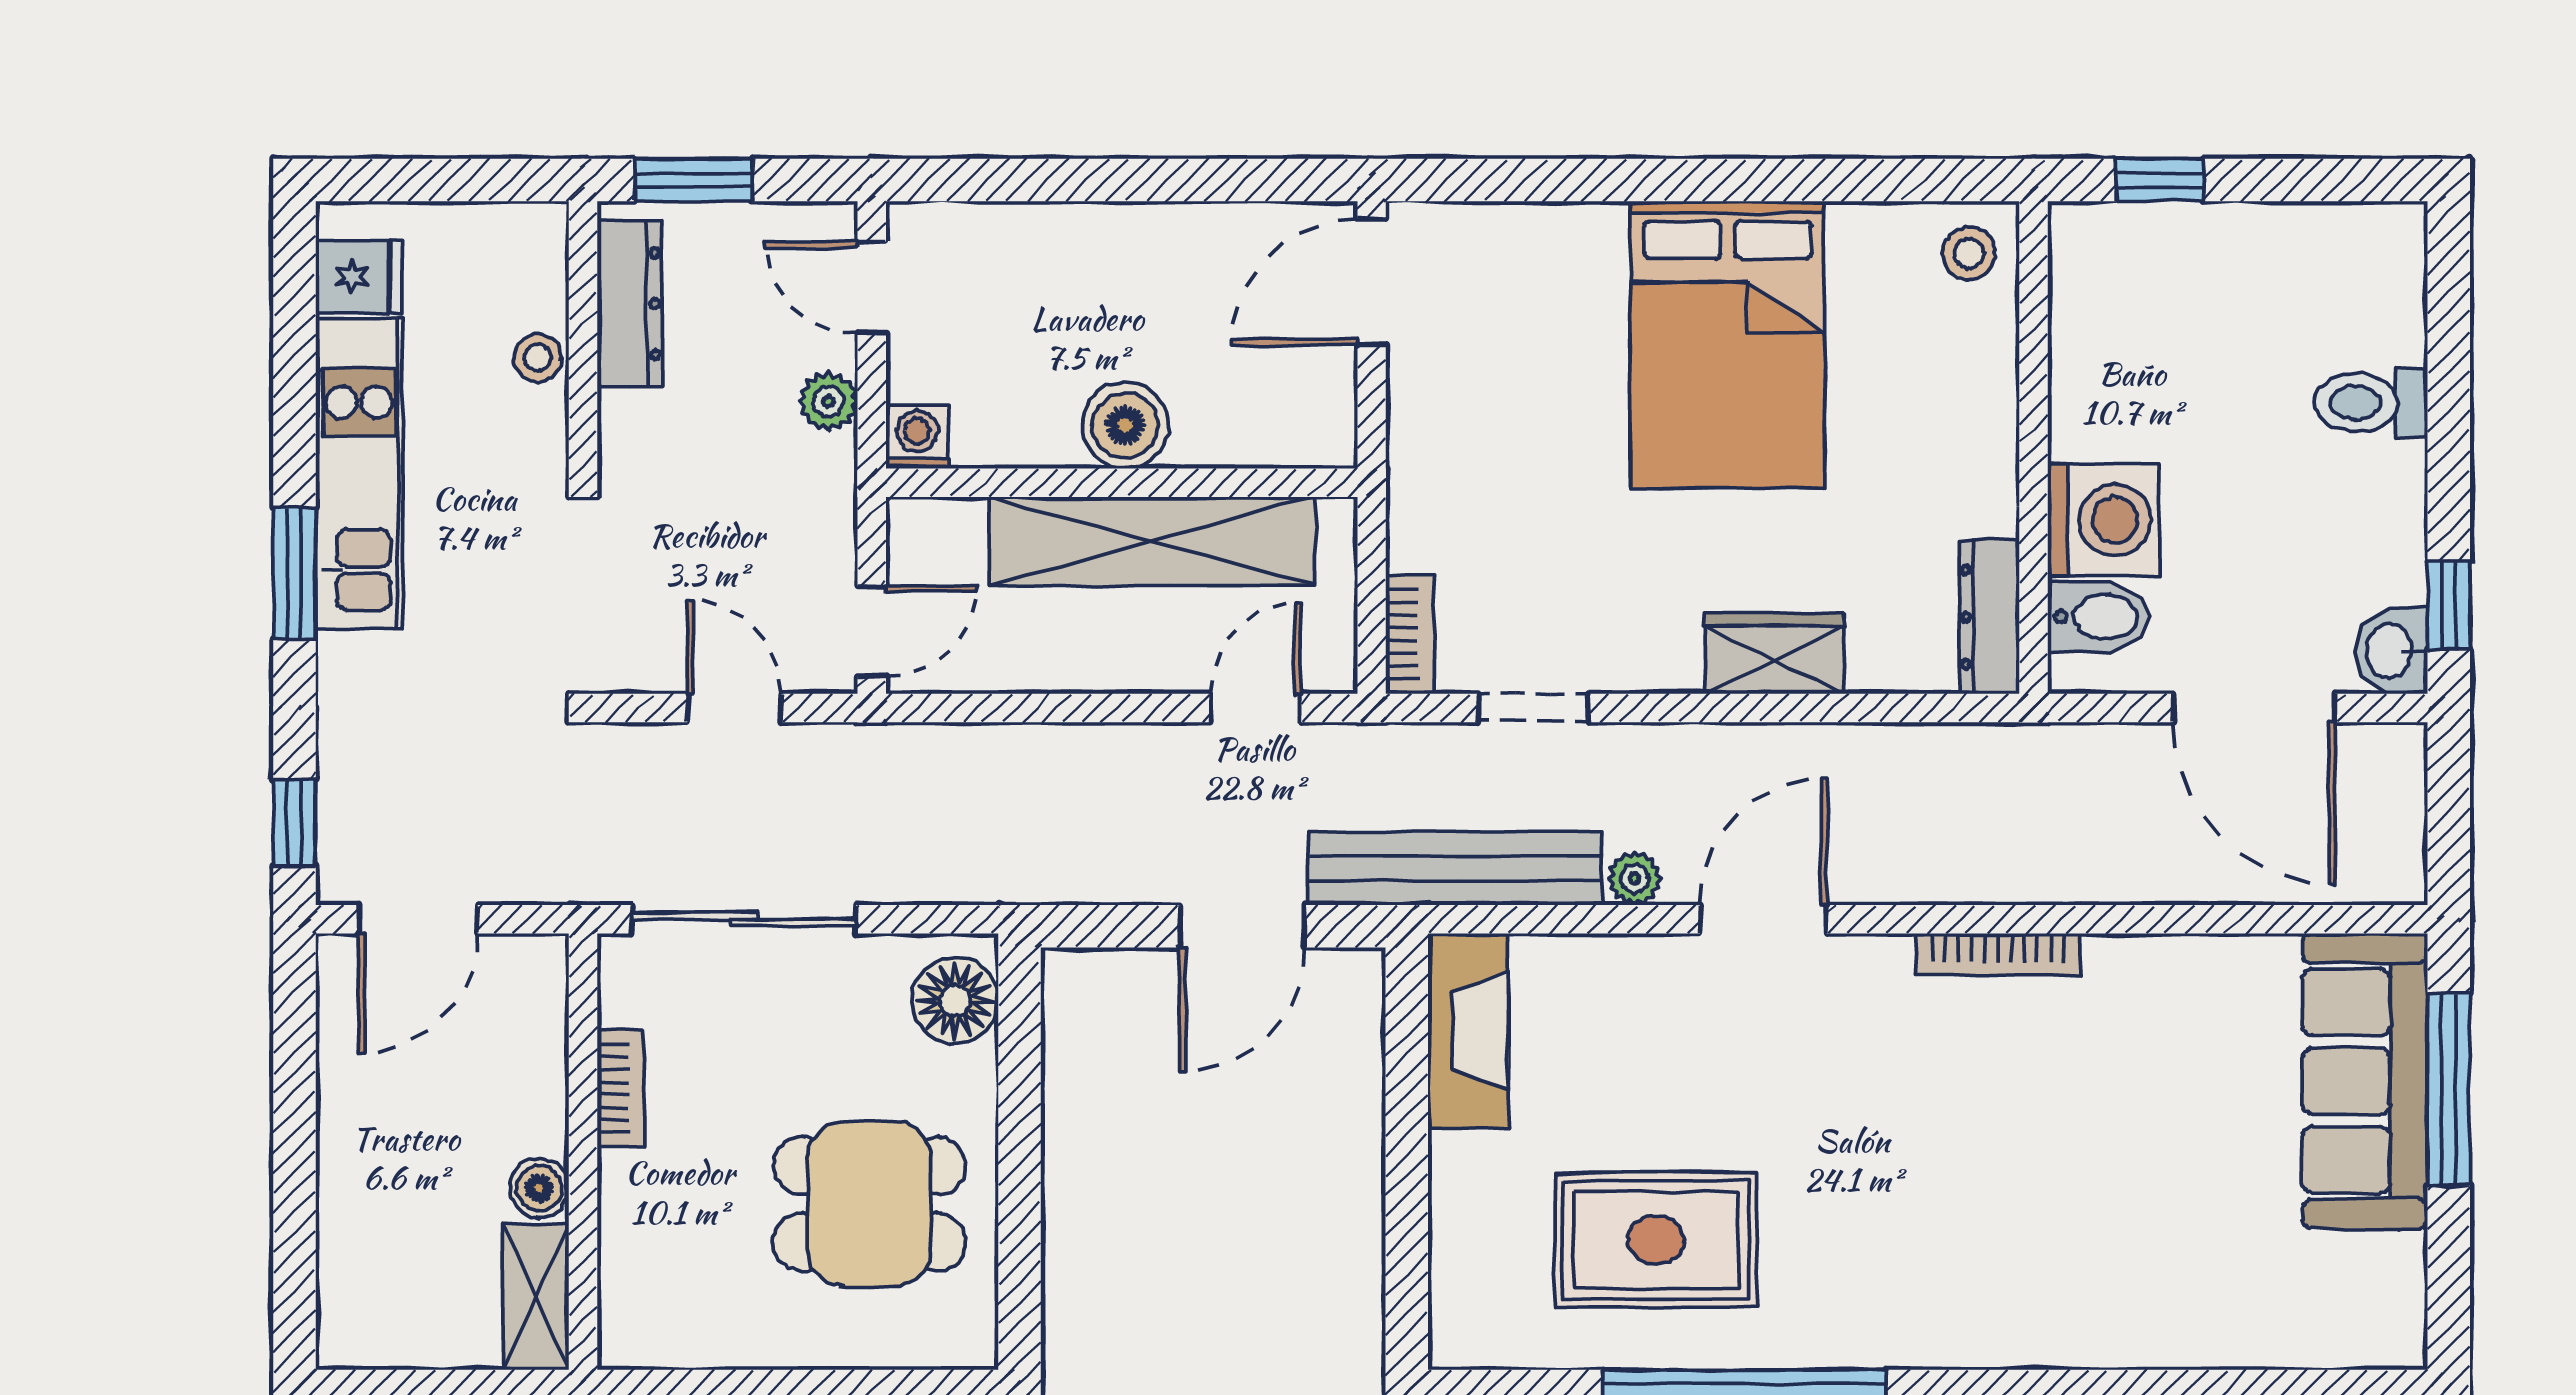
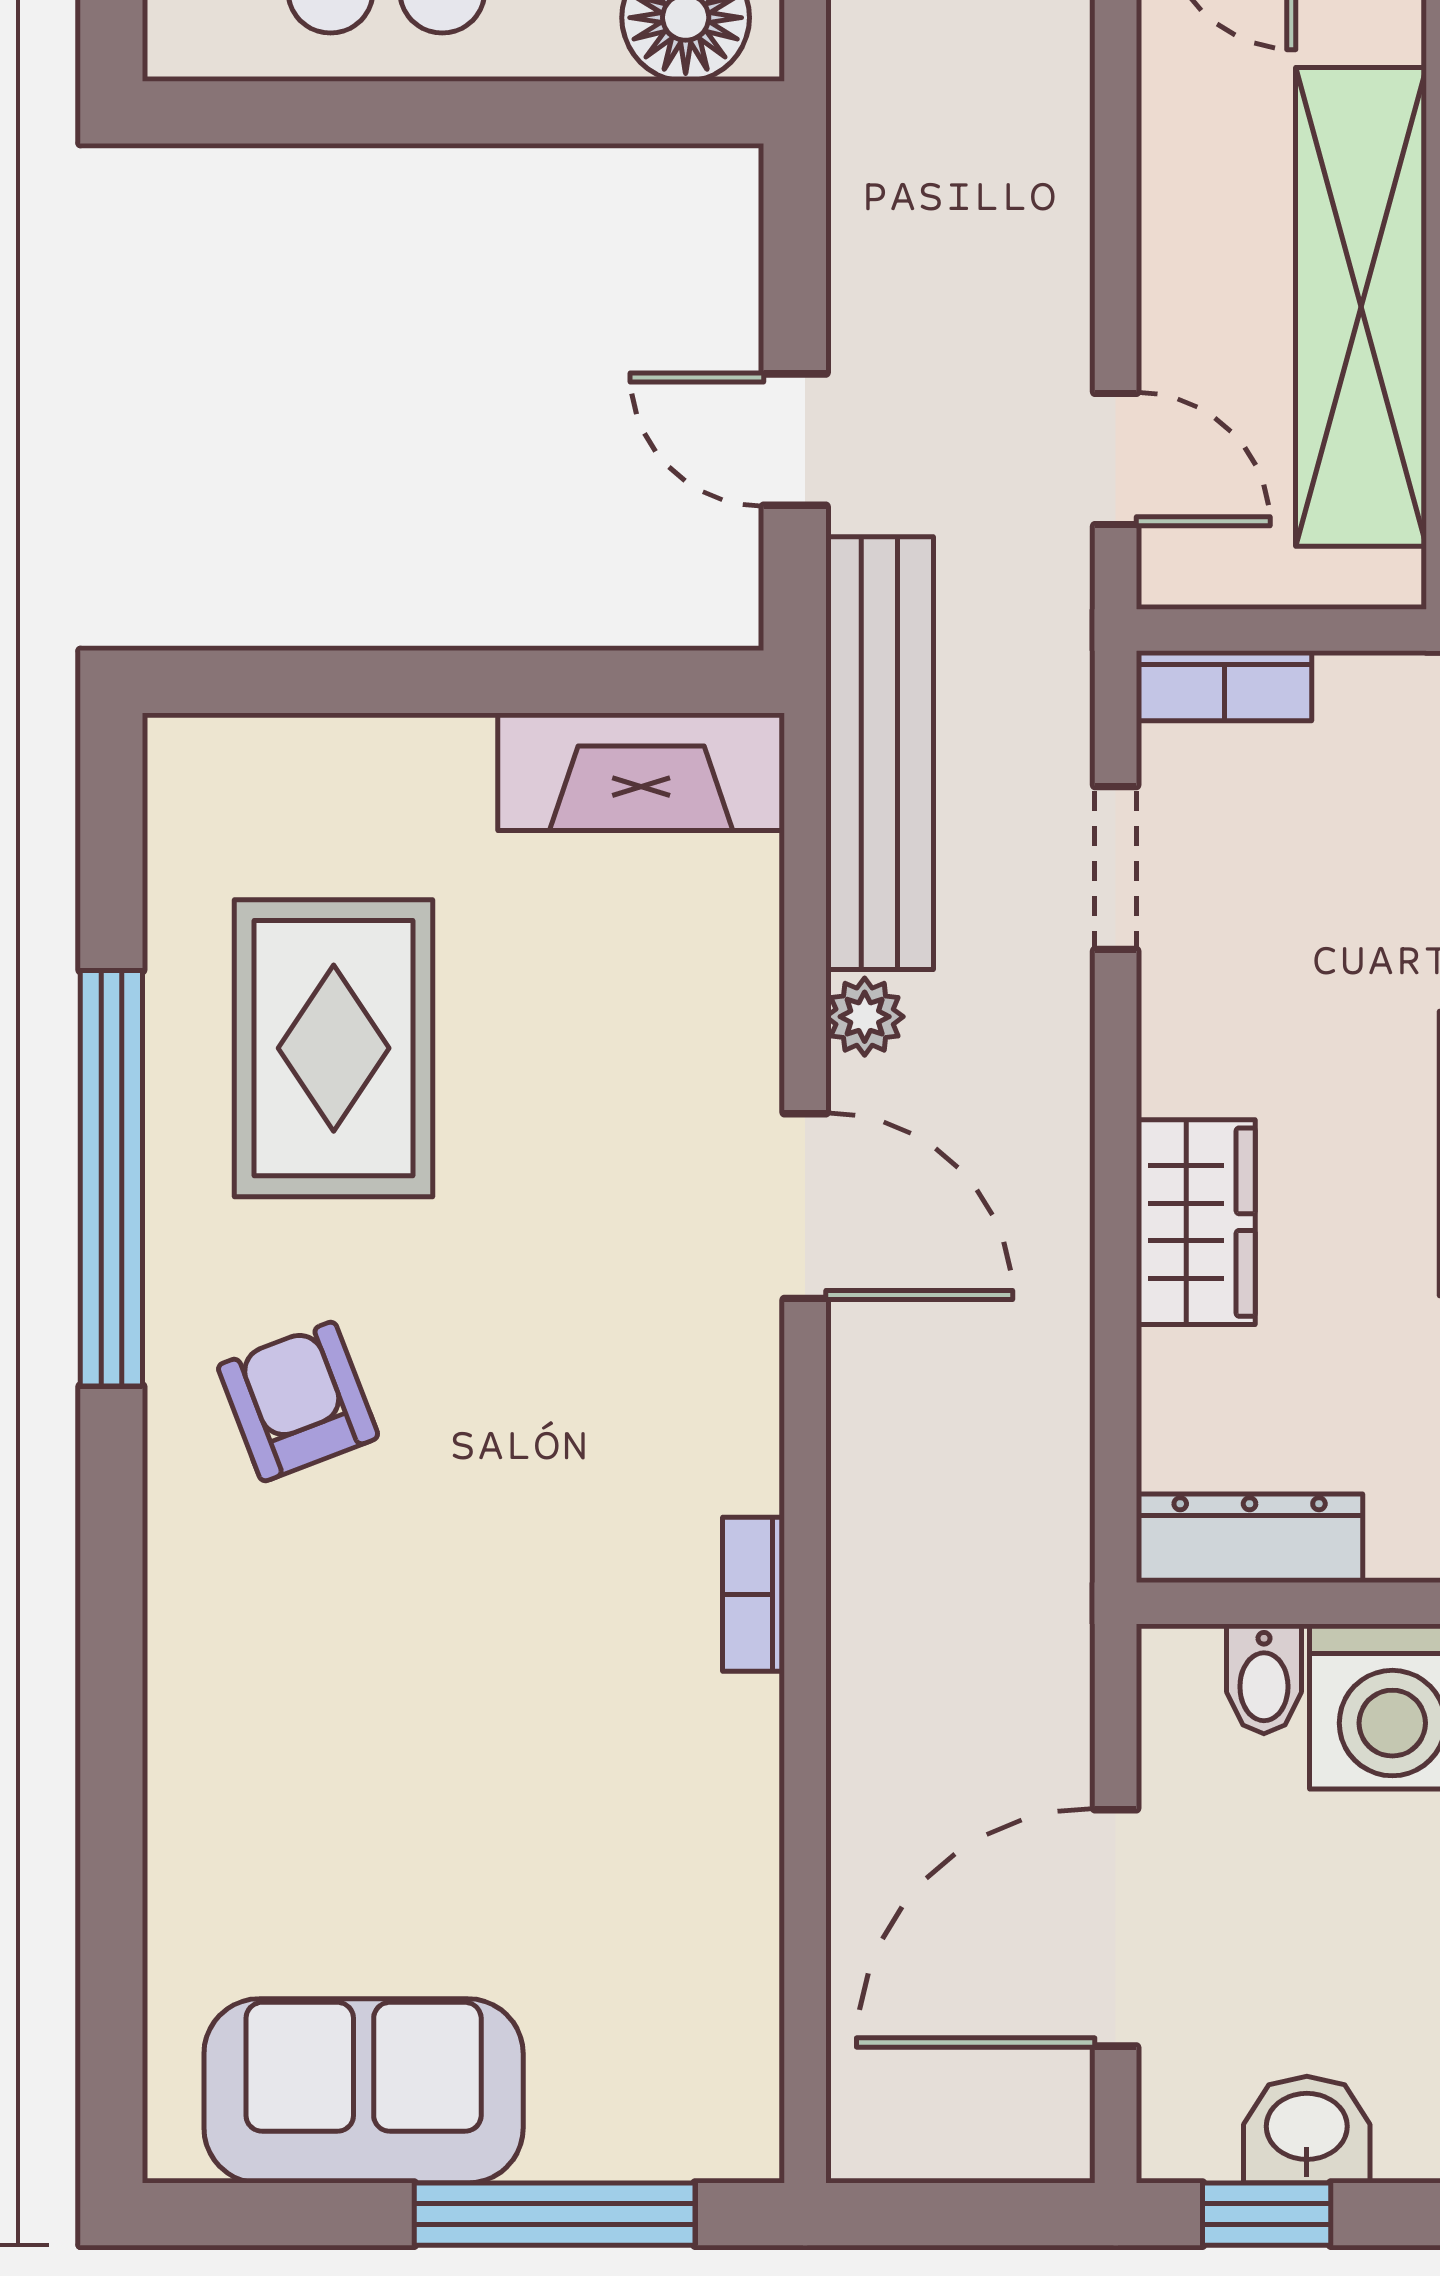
bidet: (2098, 617) -> (1264, 1679), width x0.72, depth x0.74
washbasin: (2391, 651) -> (1307, 2130), moved
door: (1242, 926) -> (795, 440), width x0.73
bookcase: (1998, 954) -> (754, 1594), width x0.64
sofa: (2365, 1081) -> (364, 2091), moved, width x0.73
armchair: (1896, 1264) -> (298, 1402), added

